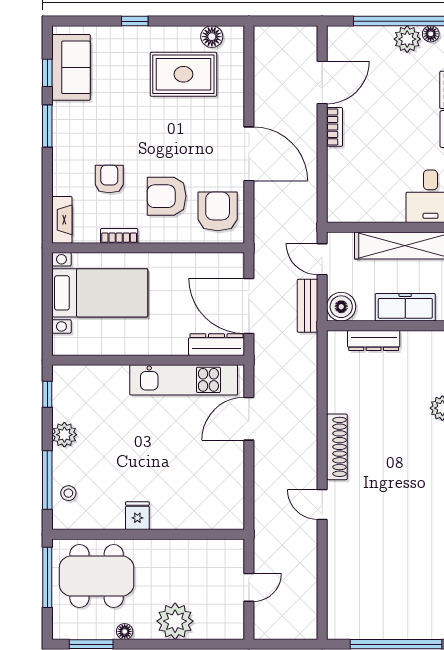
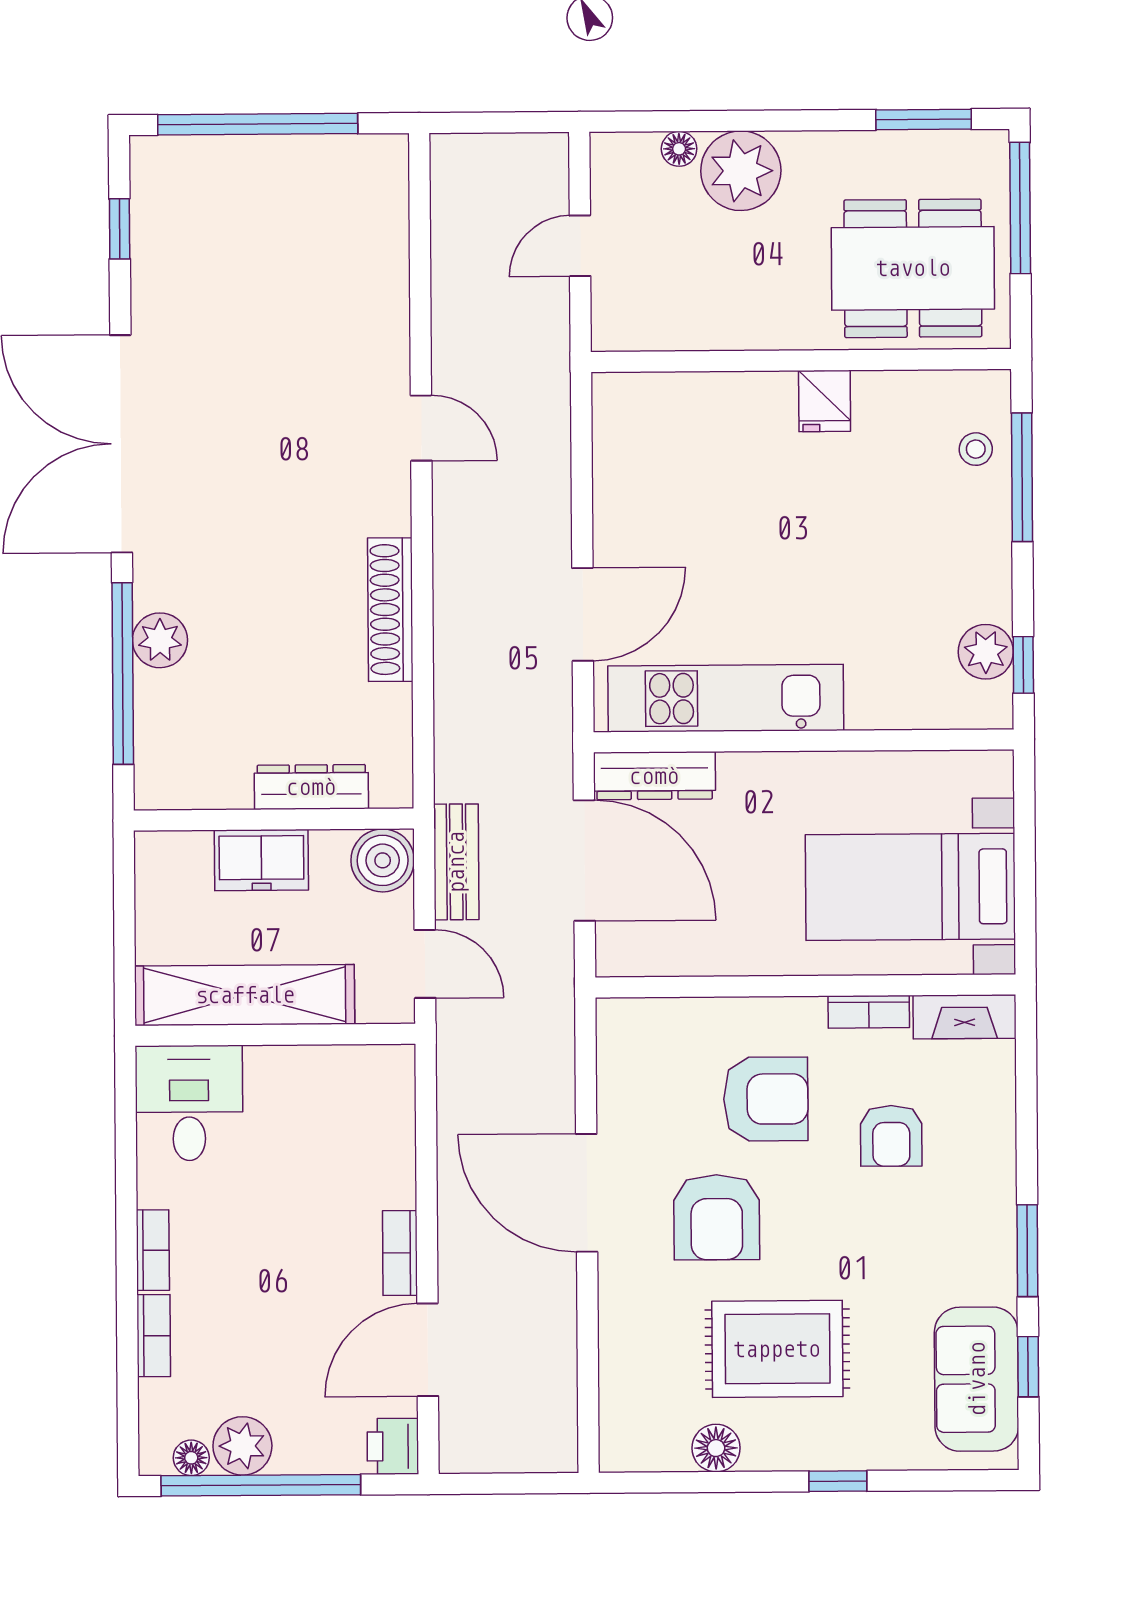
floor lamp: (212, 37) -> (716, 1448), moved
printer: (338, 38) -> (393, 1446), added
rug: (183, 74) -> (777, 1349), moved
armchair: (218, 211) -> (717, 1217), moved
fireplace: (62, 220) -> (965, 1017), moved, turned -90
freezer: (405, 307) -> (261, 860), width x0.71
plant: (64, 435) -> (986, 652), moved
shoe rack: (337, 447) -> (390, 610), moved
window: (47, 577) -> (1020, 208), moved
floor lamp: (125, 631) -> (679, 149), moved

